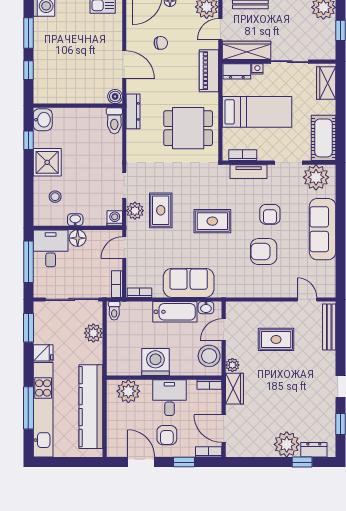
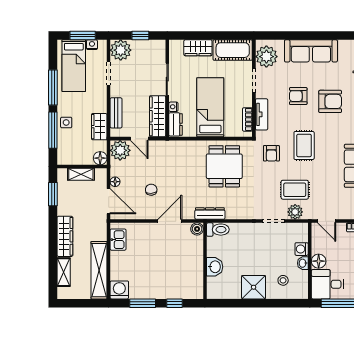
piano: (209, 71) -> (175, 148), removed
wardrobe: (326, 83) -> (198, 48), moved
washbasin: (43, 120) -> (215, 267), moved, turned 90
window: (28, 140) -> (235, 303), removed
armchair: (203, 183) -> (271, 153), added
armchair: (270, 214) -> (298, 96), turned 180
washing machine: (115, 218) -> (302, 249), moved
armchair: (264, 252) -> (330, 101), turned -90

